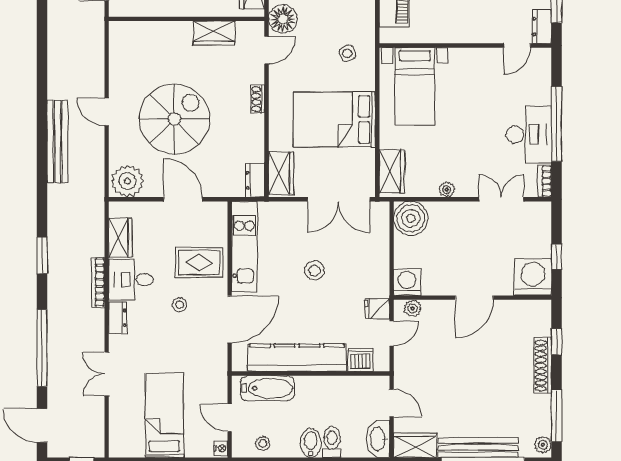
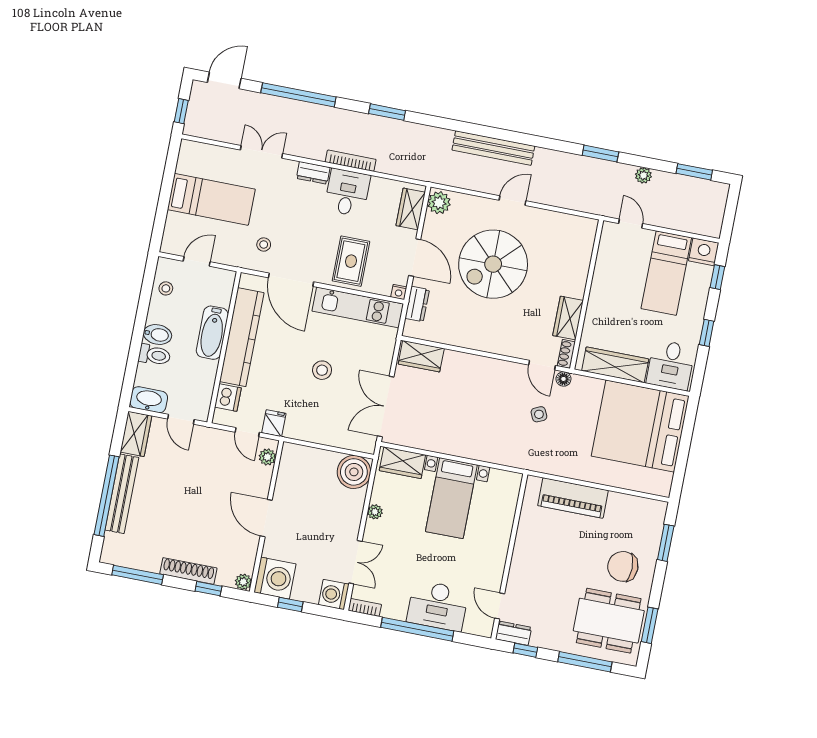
floor lamp: (283, 19) -> (563, 379), width x0.53, depth x0.53
window: (42, 33) -> (600, 154), added
side table: (347, 53) -> (539, 414), moved
bed with nightstands: (415, 86) -> (451, 498), moved, turned -90
shoe rack: (258, 99) -> (566, 354), moved, turned -90
spiral stairs: (174, 119) -> (493, 264), turned 90
bed: (334, 119) -> (463, 417), removed
desk: (529, 135) -> (438, 606), moved
dresser: (255, 180) -> (417, 304), moved, turned 90
plant: (127, 181) -> (439, 203), width x0.73, depth x0.73
door: (183, 199) -> (415, 257), hinge flipped
wardrobe: (120, 238) -> (411, 209), moved, turned 90
washing machine: (407, 282) -> (334, 595), moved, turned 180
stool: (179, 305) -> (264, 245), moved
bathtub: (267, 388) -> (212, 333), moved
door: (392, 403) -> (181, 419), hinge flipped
plant: (543, 445) -> (243, 582), moved
nightstand: (221, 448) -> (399, 292), moved

